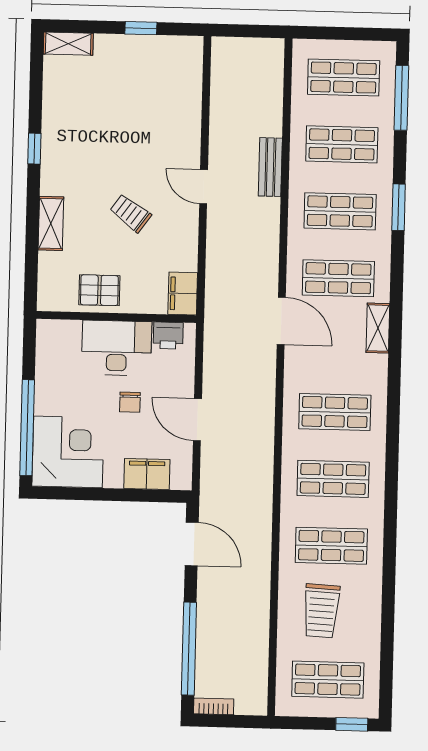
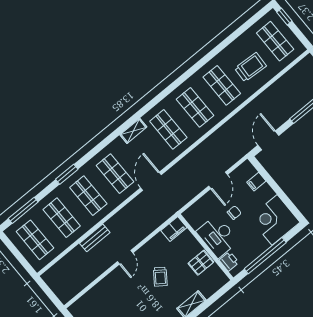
pallet: (99, 290) -> (201, 263), turned 90
shelving: (378, 328) -> (133, 131), moved
printer: (168, 335) -> (229, 261), moved
window: (27, 428) -> (265, 256), moved
filing cabinet: (147, 474) -> (256, 182), width x0.50

